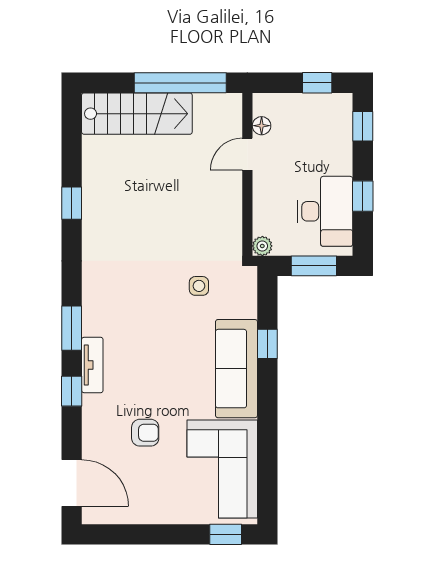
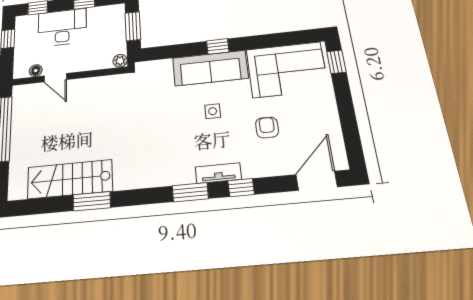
stairs: (137, 114) -> (70, 179), moved, turned -90
window: (72, 203) -> (92, 201), width x1.50
desk: (325, 211) -> (62, 27), moved
side table: (199, 286) -> (213, 111), moved
window: (267, 344) -> (218, 46), moved

